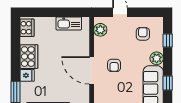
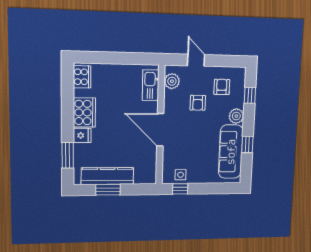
kitchen sink: (69, 23) -> (151, 85), moved, turned 90
armchair: (114, 65) -> (198, 103), moved

